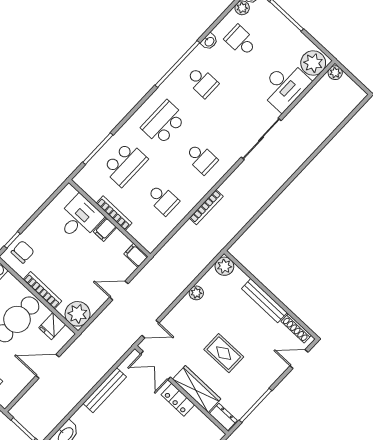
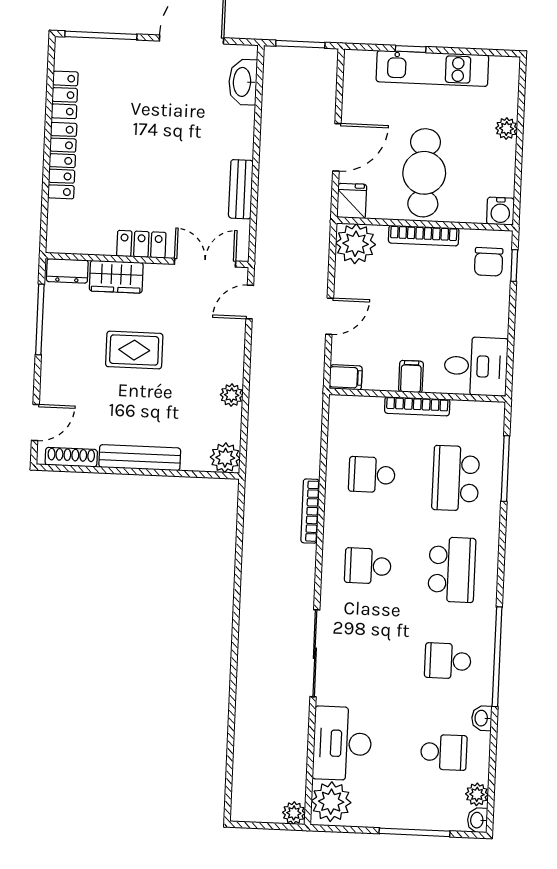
desk: (79, 218) -> (476, 366), moved, turned -90
fridge: (52, 326) -> (352, 201), moved
wardrobe: (197, 389) -> (116, 277), width x0.67
bench: (105, 390) -> (241, 189), width x0.73

